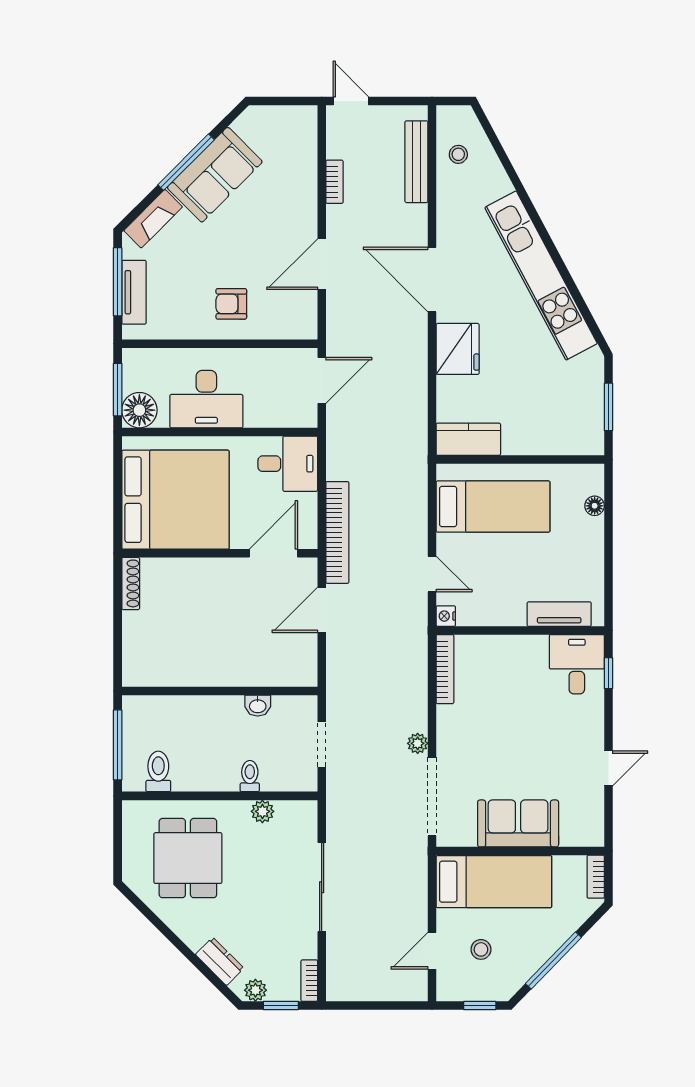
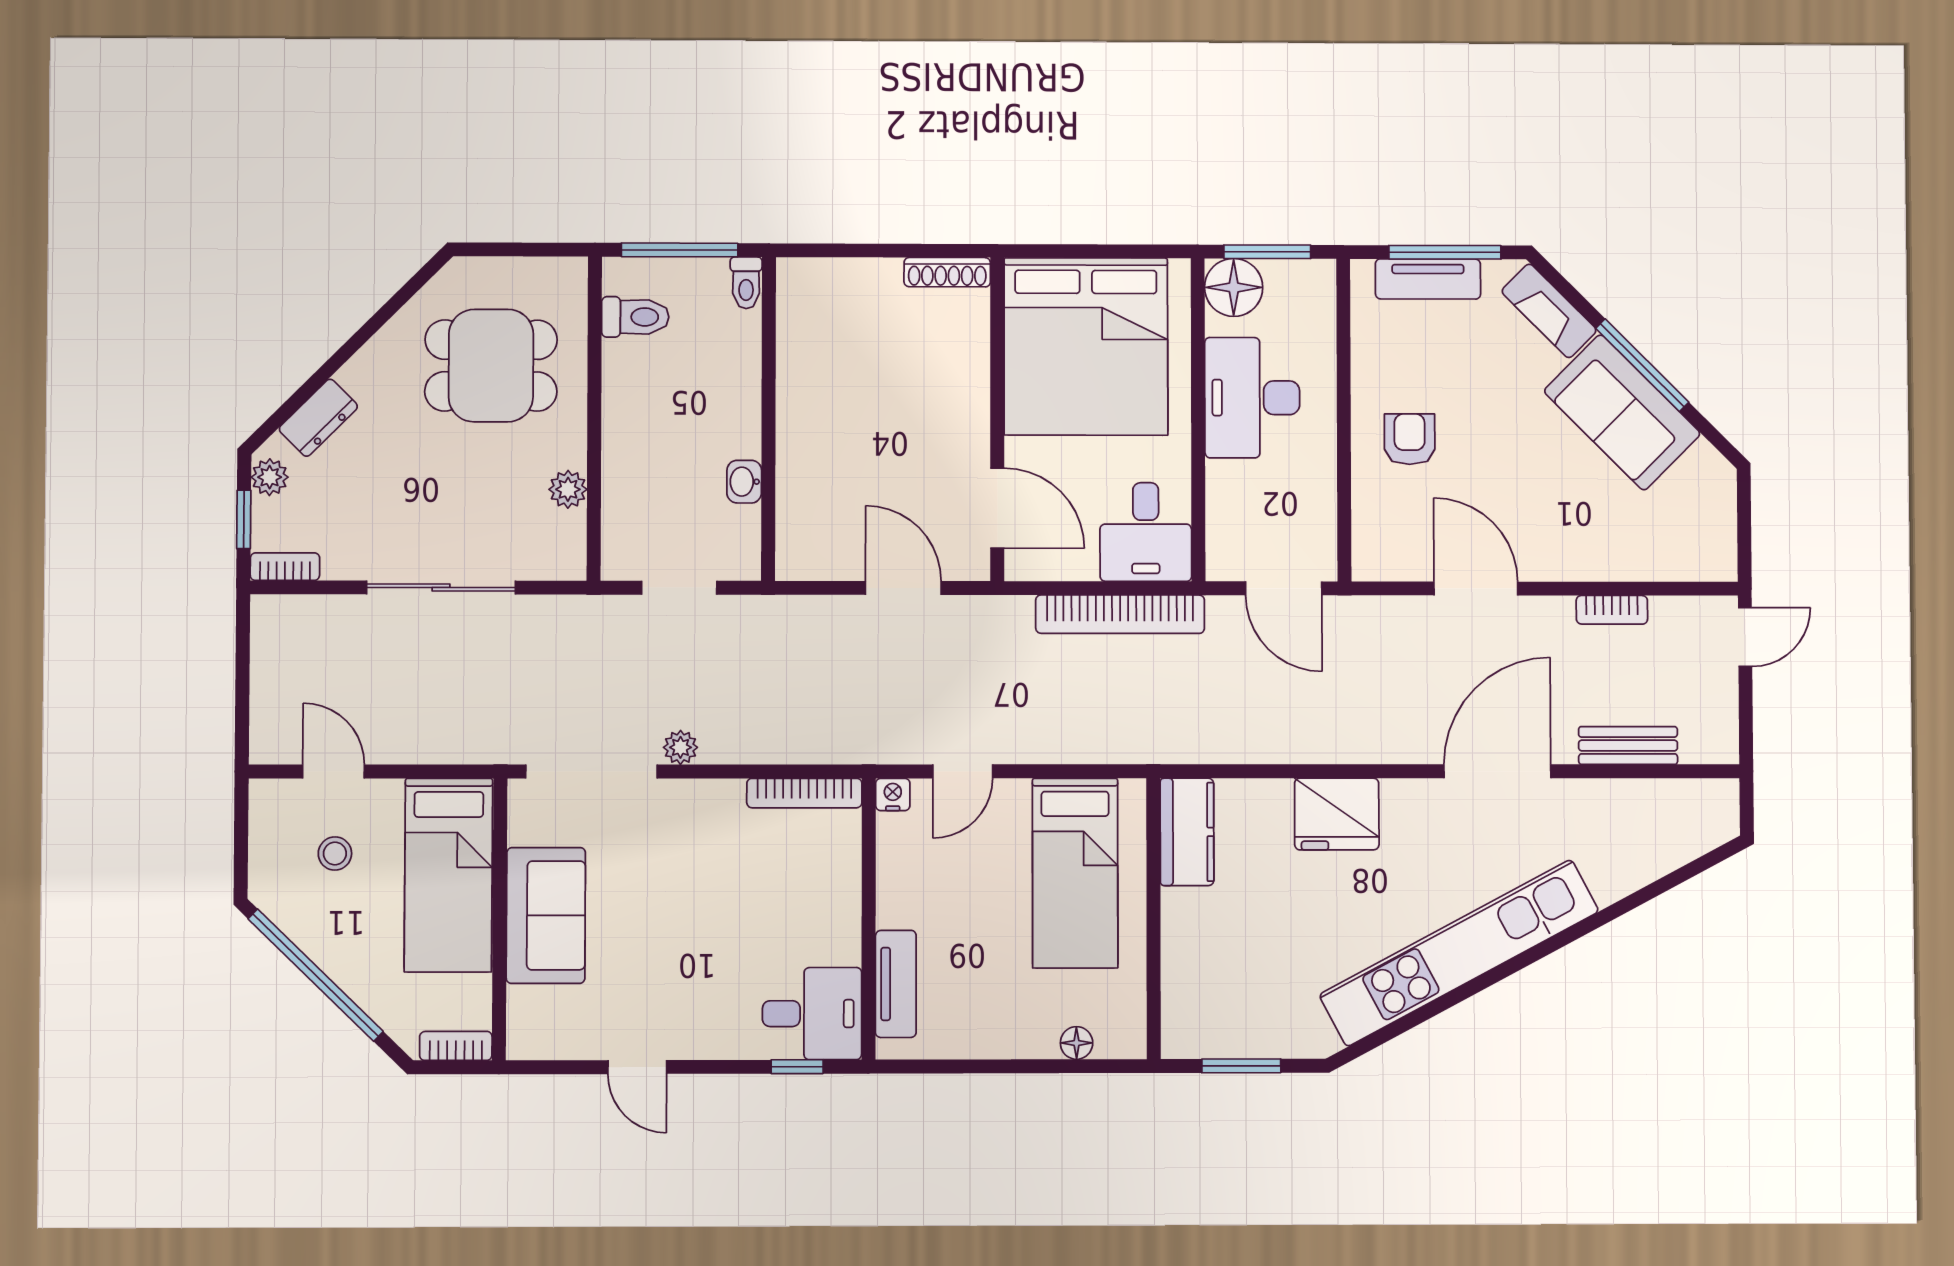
stool: (458, 154) -> (1659, 815), removed
bench: (416, 162) -> (1628, 745), width x0.73
door: (432, 279) -> (1497, 771), moved
bookcase: (337, 532) -> (1120, 614), moved
toilet: (250, 776) -> (746, 283), moved, turned 90
window: (553, 960) -> (316, 975), width x1.46
window: (480, 1005) -> (241, 852), removed

